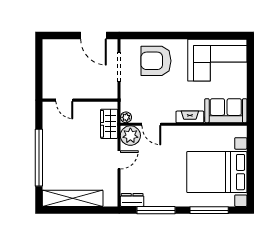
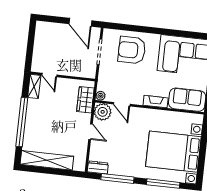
shelving: (49, 115) -> (34, 86), added
door: (119, 160) -> (91, 132), hinge flipped

